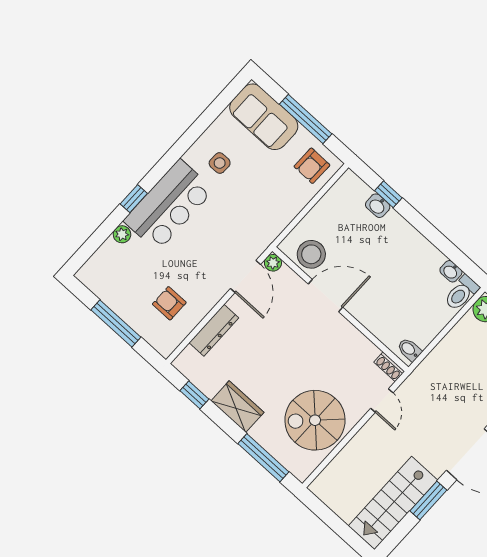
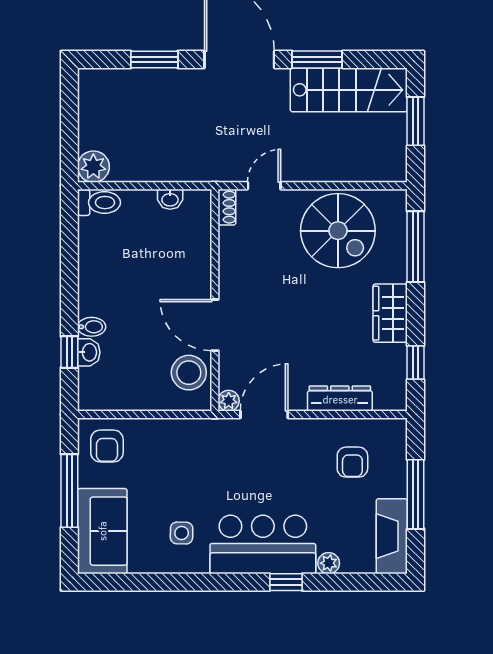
armchair: (312, 166) -> (107, 446), turned 89
washbasin: (451, 271) -> (170, 199), moved, turned 90
fireplace: (104, 287) -> (392, 536), added
bidet: (409, 350) -> (92, 327), moved, turned -90
window: (338, 526) -> (415, 121), added

